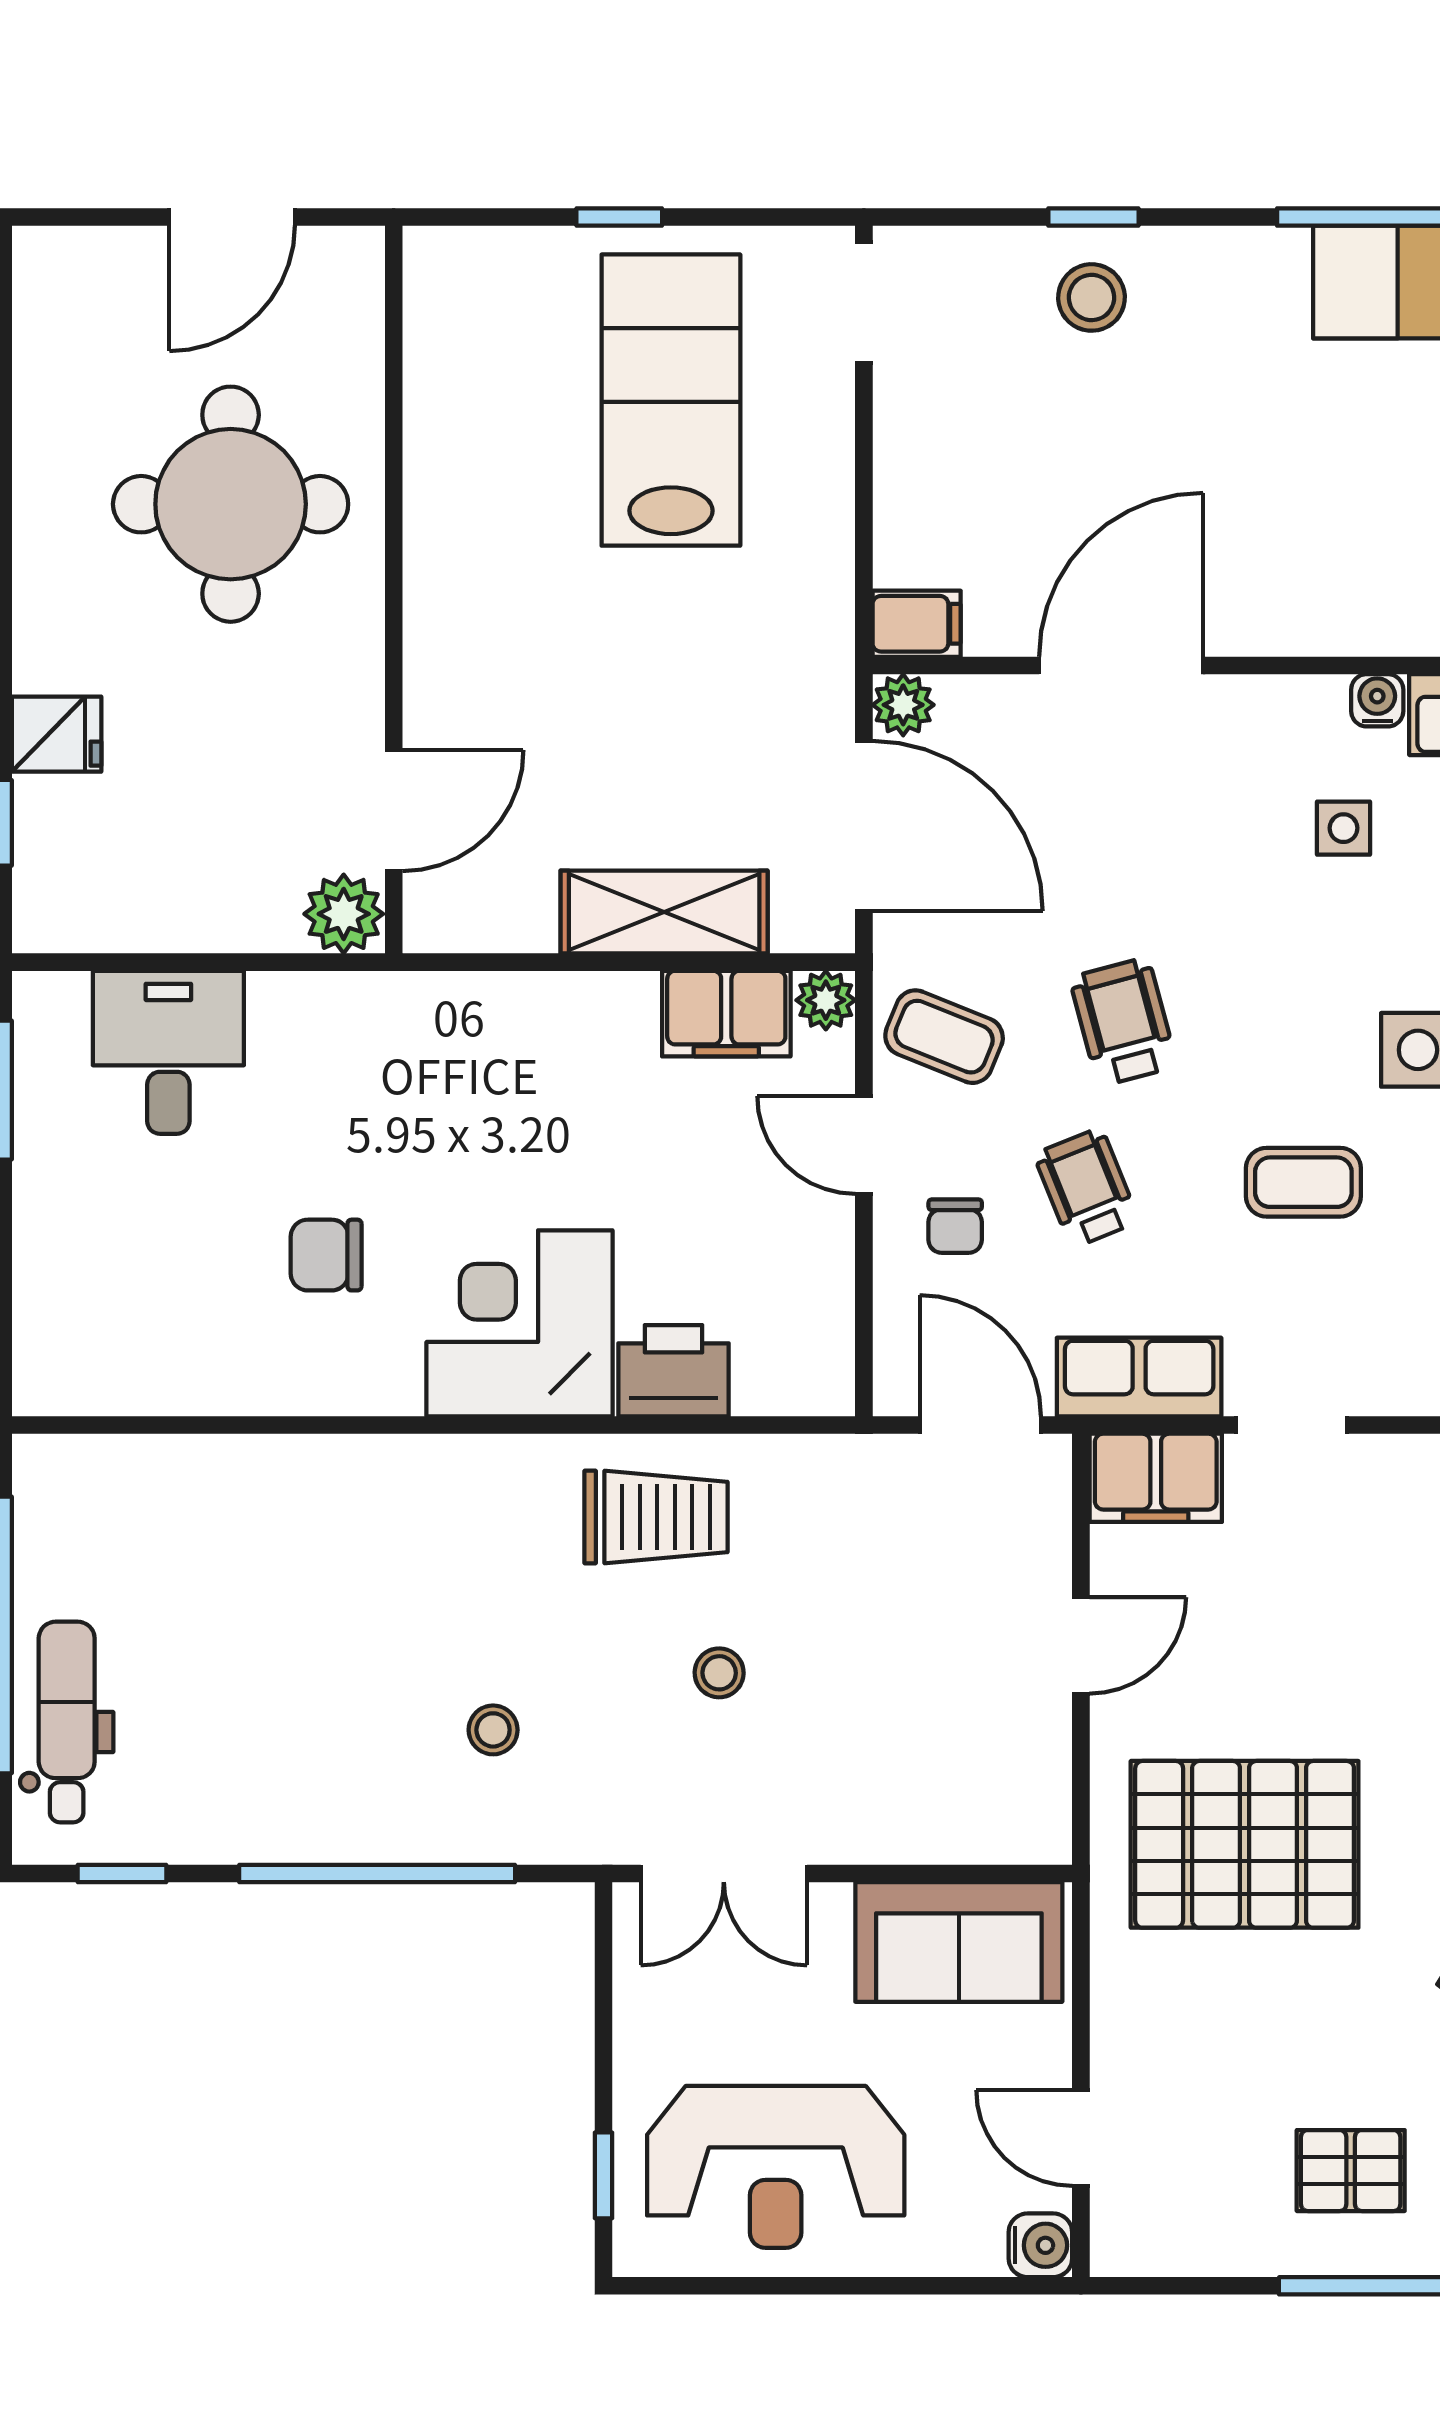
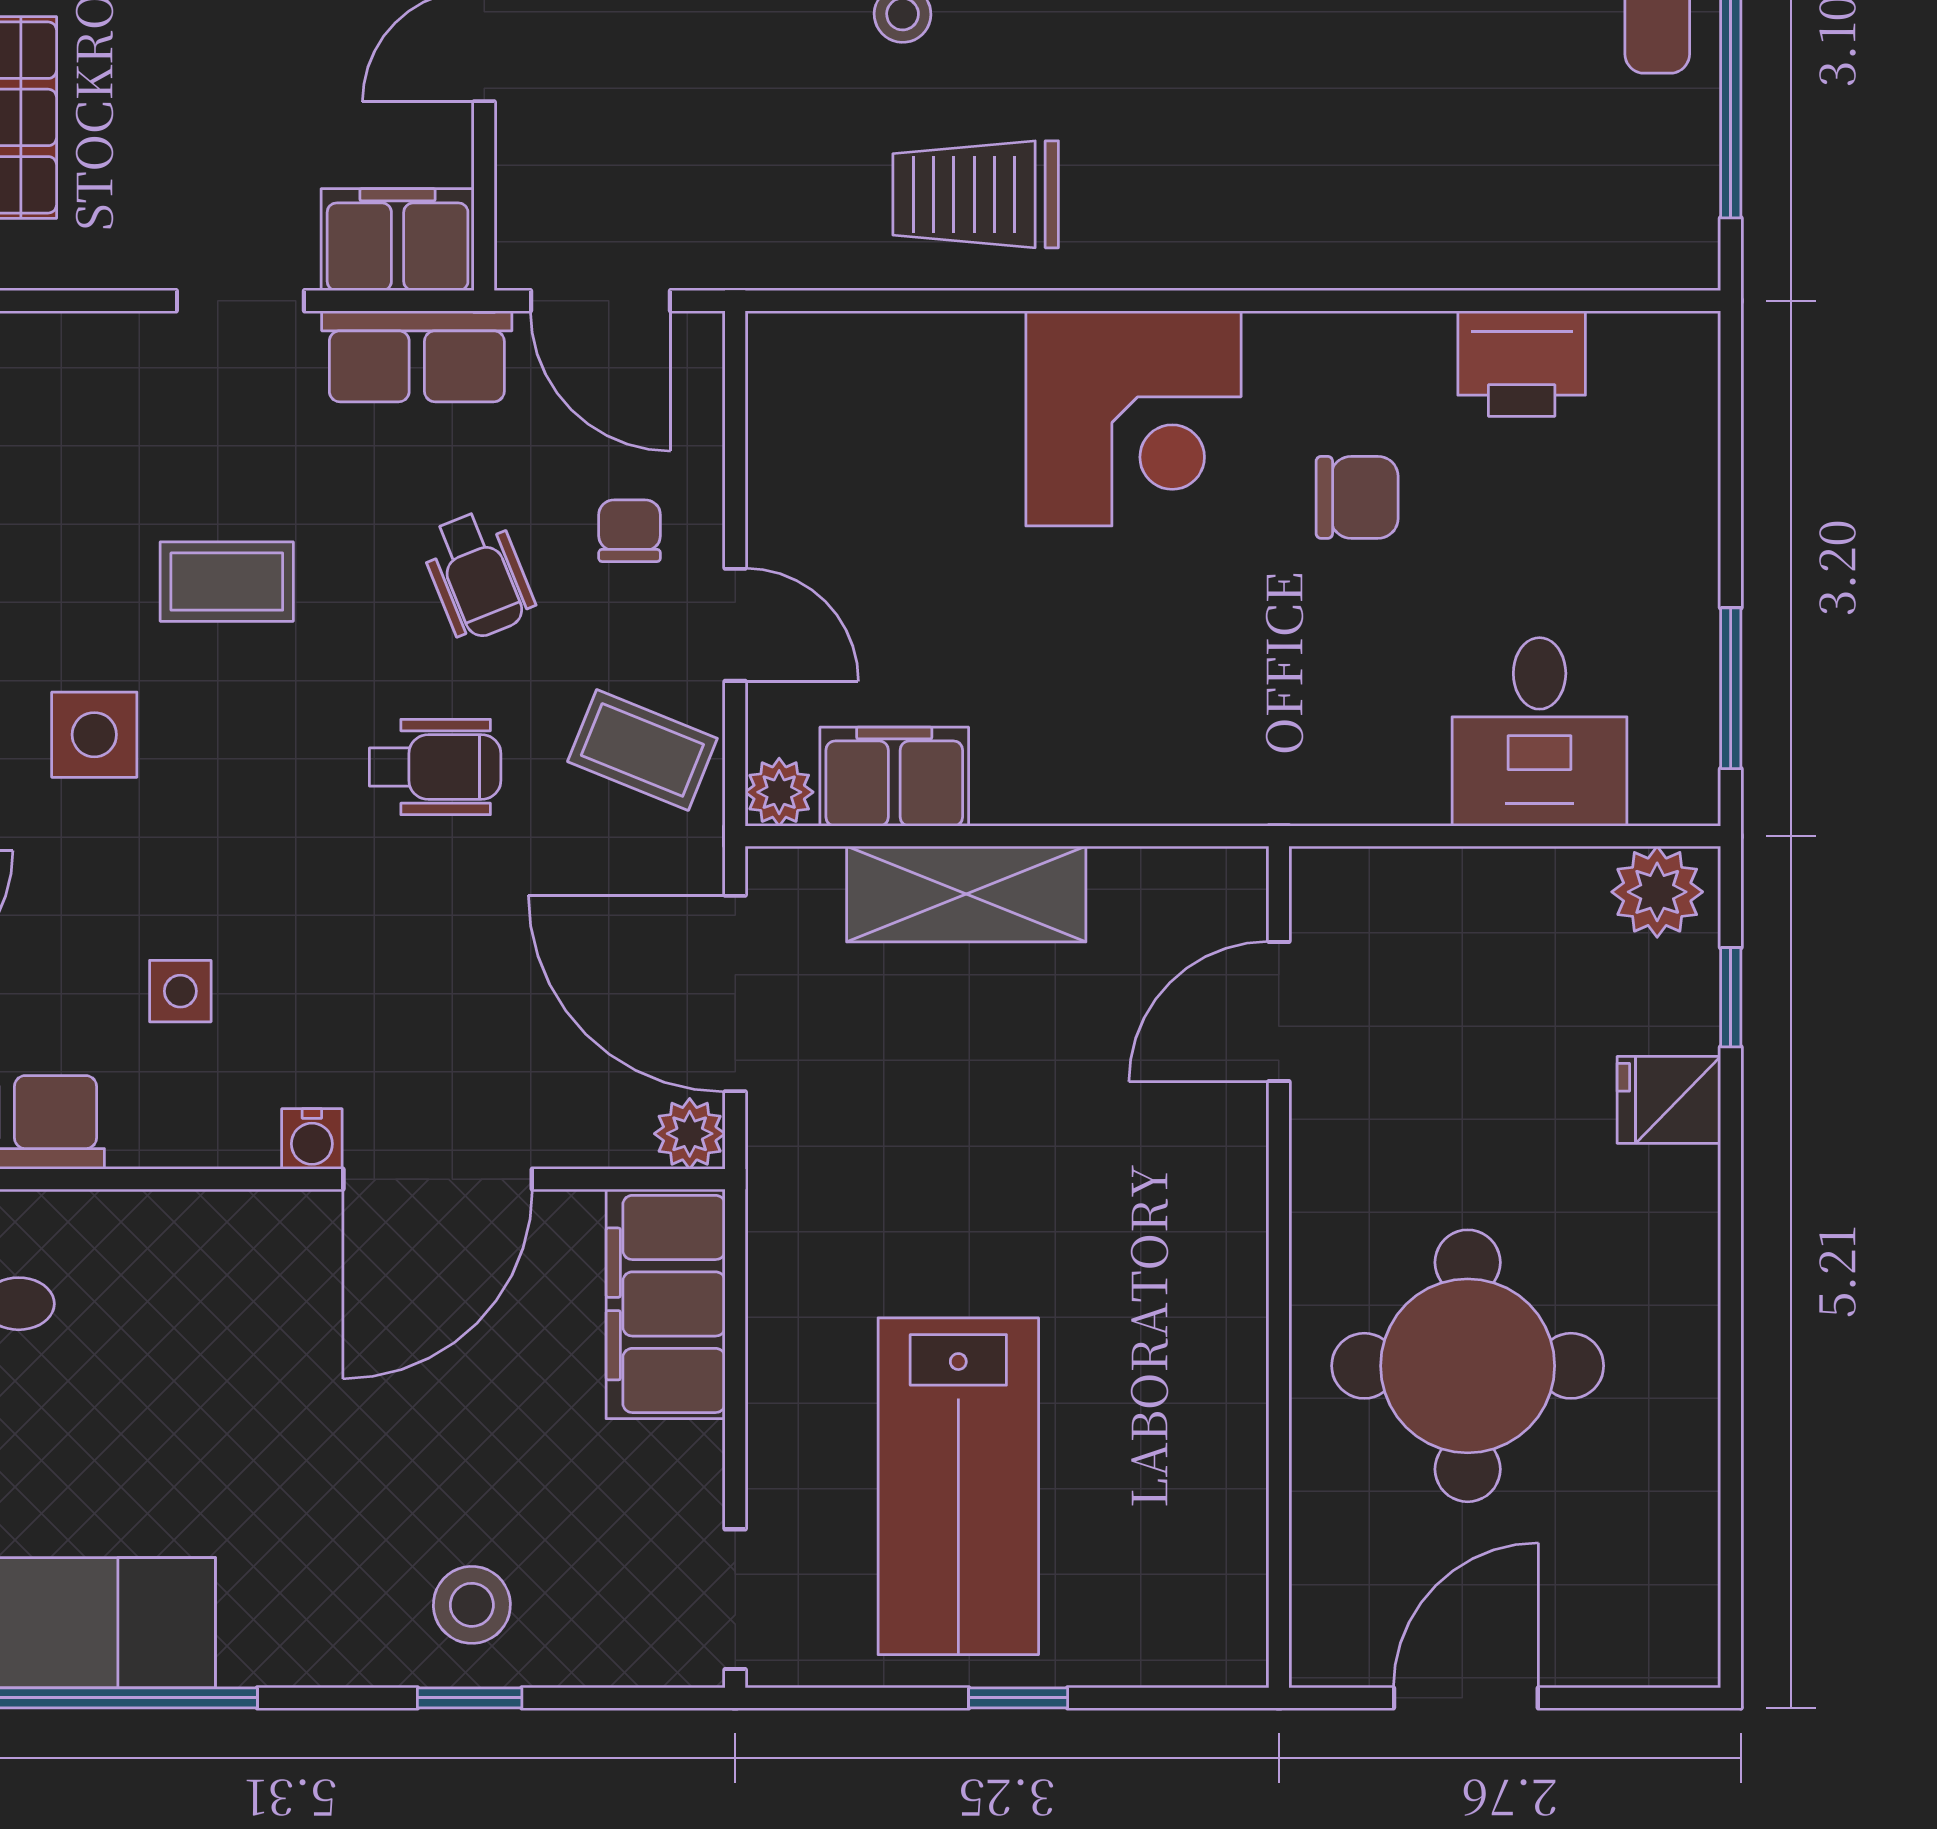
filing cabinet: (917, 624) -> (666, 1304), width x3.00, depth x1.17
water cooler: (1377, 700) -> (312, 1139), moved
plant: (344, 914) -> (1657, 892), moved
wheelchair: (1123, 1022) -> (435, 767), turned -75
printer: (673, 1371) -> (1522, 364), moved

